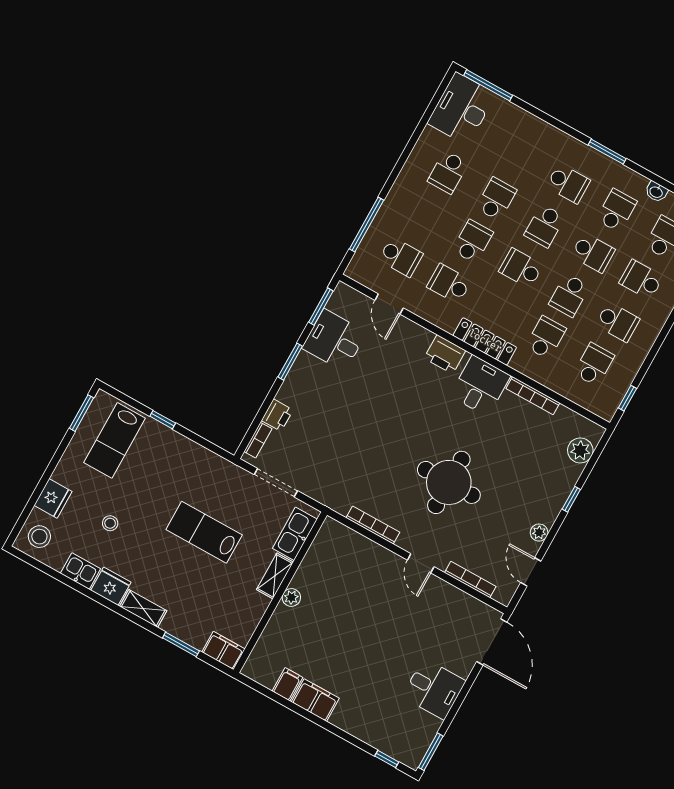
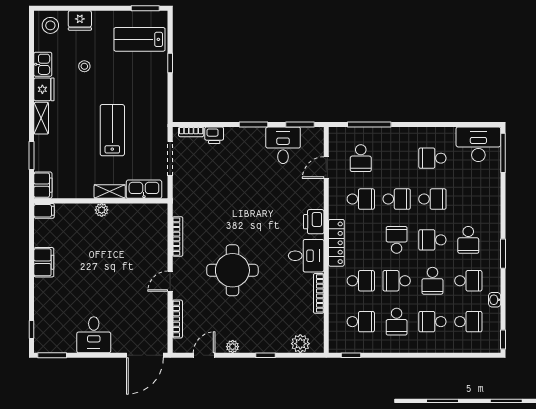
school desk: (641, 280) -> (432, 322), turned -90
school desk: (449, 284) -> (361, 199), turned 90
filing cabinet: (287, 684) -> (44, 211), moved

